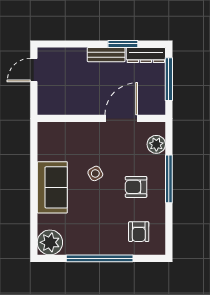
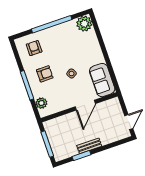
dresser: (146, 55) -> (66, 154), removed
door: (121, 118) -> (85, 105), moved
sofa: (52, 187) -> (102, 80), moved

